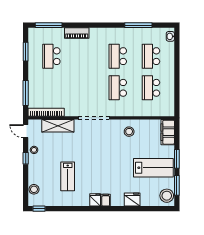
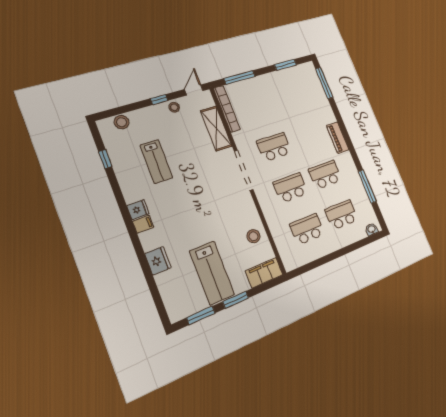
piano: (77, 33) -> (338, 138), moved
school desk: (51, 56) -> (274, 147), moved
stool: (129, 132) -> (254, 236), moved
lab bench: (68, 176) -> (156, 161), turned -90
stool: (167, 196) -> (181, 307), removed
window: (39, 209) -> (105, 159), moved

